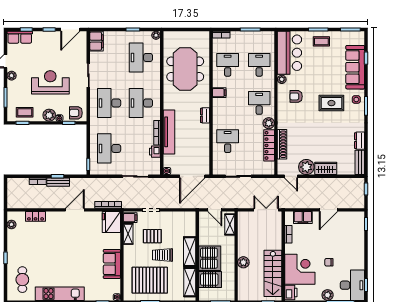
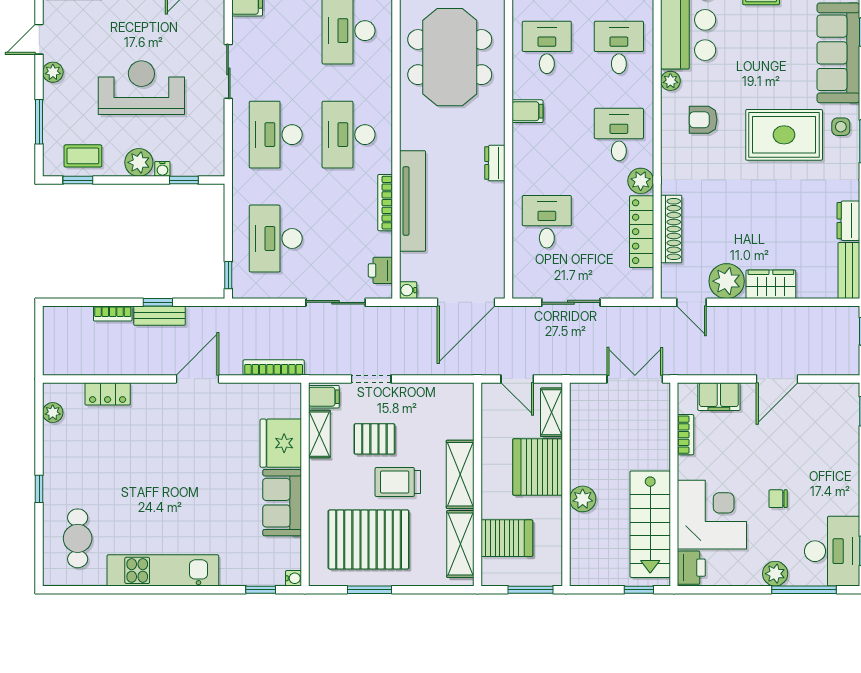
rug: (331, 103) -> (784, 135), width x1.36, depth x1.43
armchair: (76, 113) -> (200, 157), removed
printer: (155, 152) -> (380, 270), moved
fridge: (111, 222) -> (281, 443), moved
server rack: (210, 258) -> (538, 467), moved, turned 180

